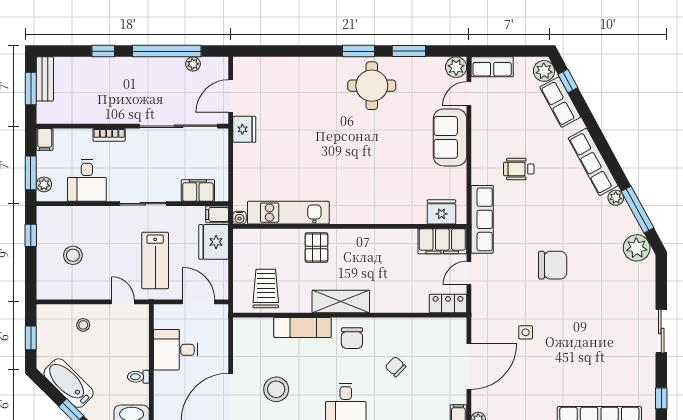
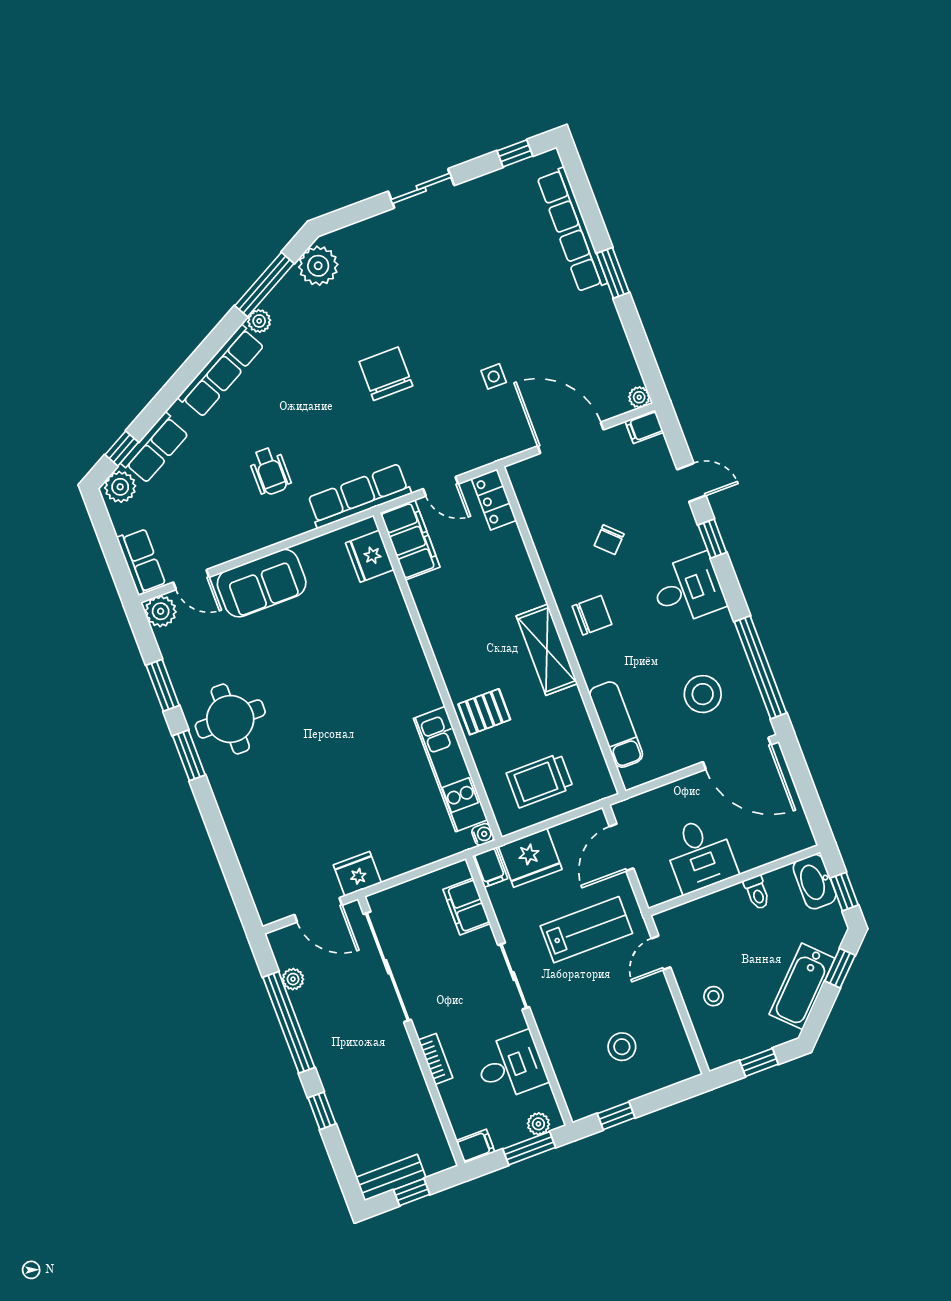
window: (31, 89) -> (412, 1192), width x0.67
trolley: (266, 288) -> (540, 780), moved
exam couch: (303, 327) -> (616, 725), moved

